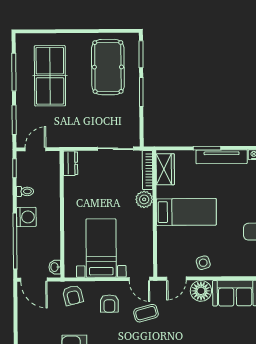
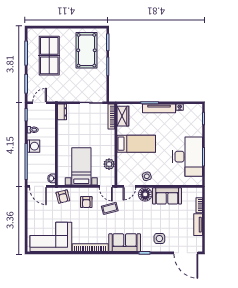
plant: (144, 199) -> (109, 164), moved

